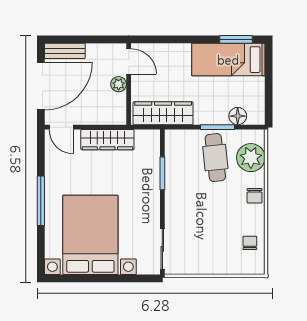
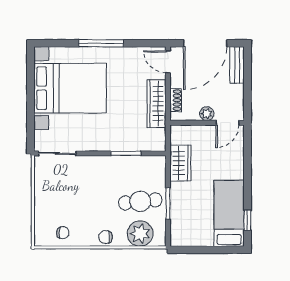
window: (236, 39) -> (247, 220), width x0.67
door: (41, 86) -> (205, 43), hinge flipped
wardrobe: (163, 113) -> (180, 163), width x0.67
floor lamp: (238, 116) -> (178, 222), removed
shoe rack: (104, 119) -> (176, 100), added
door: (61, 127) -> (168, 62), hinge flipped

